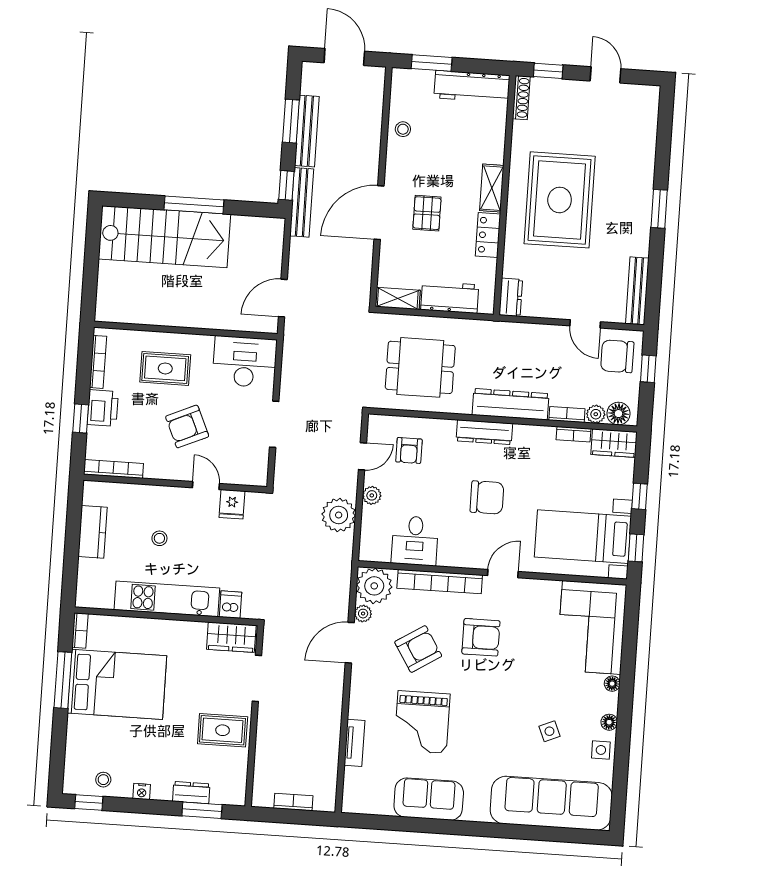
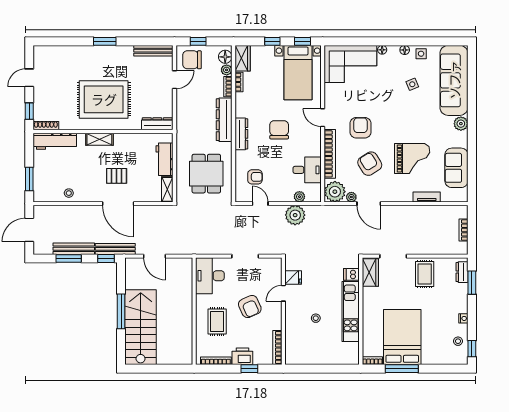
workbench: (472, 86) -> (55, 141), moved, turned 90
locker: (488, 235) -> (127, 140), removed
dresser: (511, 297) -> (157, 124), width x1.44
door: (283, 298) -> (155, 256), moved
chair: (617, 356) -> (192, 60), turned 90
plant: (372, 495) -> (299, 197), moved
kitchen counter: (93, 532) -> (315, 357), removed
dresser: (191, 793) -> (462, 272), moved
sofa: (429, 799) -> (456, 168), moved
plant: (476, 810) -> (461, 124), added

